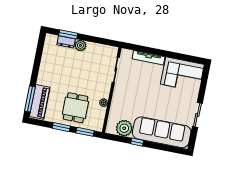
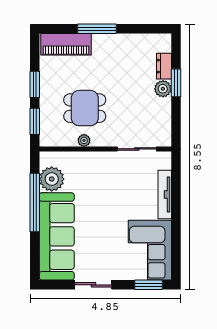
window: (68, 34) -> (176, 83), moved
window: (204, 80) -> (148, 285), added
window: (30, 99) -> (97, 29), moved
dining table: (75, 108) -> (85, 108), moved
window: (137, 142) -> (35, 202), width x3.17

